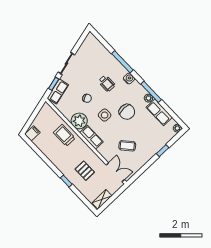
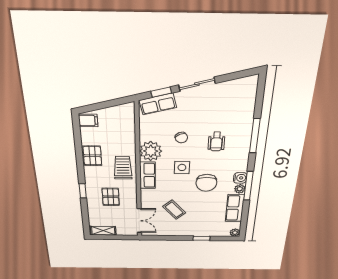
water cooler: (129, 78) -> (240, 178), moved
trolley: (64, 135) -> (123, 168), moved
pallet: (52, 153) -> (92, 156), added

